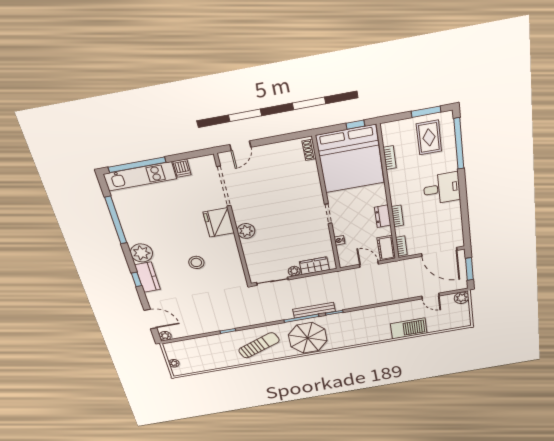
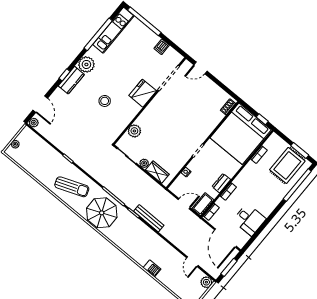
rug: (429, 138) -> (287, 165), width x1.36, depth x1.43
kitchen unit: (140, 176) -> (113, 30), moved, turned -90
desk: (442, 188) -> (249, 220), moved
plant: (246, 231) -> (134, 131), moved
door: (369, 264) -> (184, 204), hinge flipped
bench: (314, 310) -> (149, 218), moved
barbecue: (409, 328) -> (152, 268), width x0.53, depth x0.65

